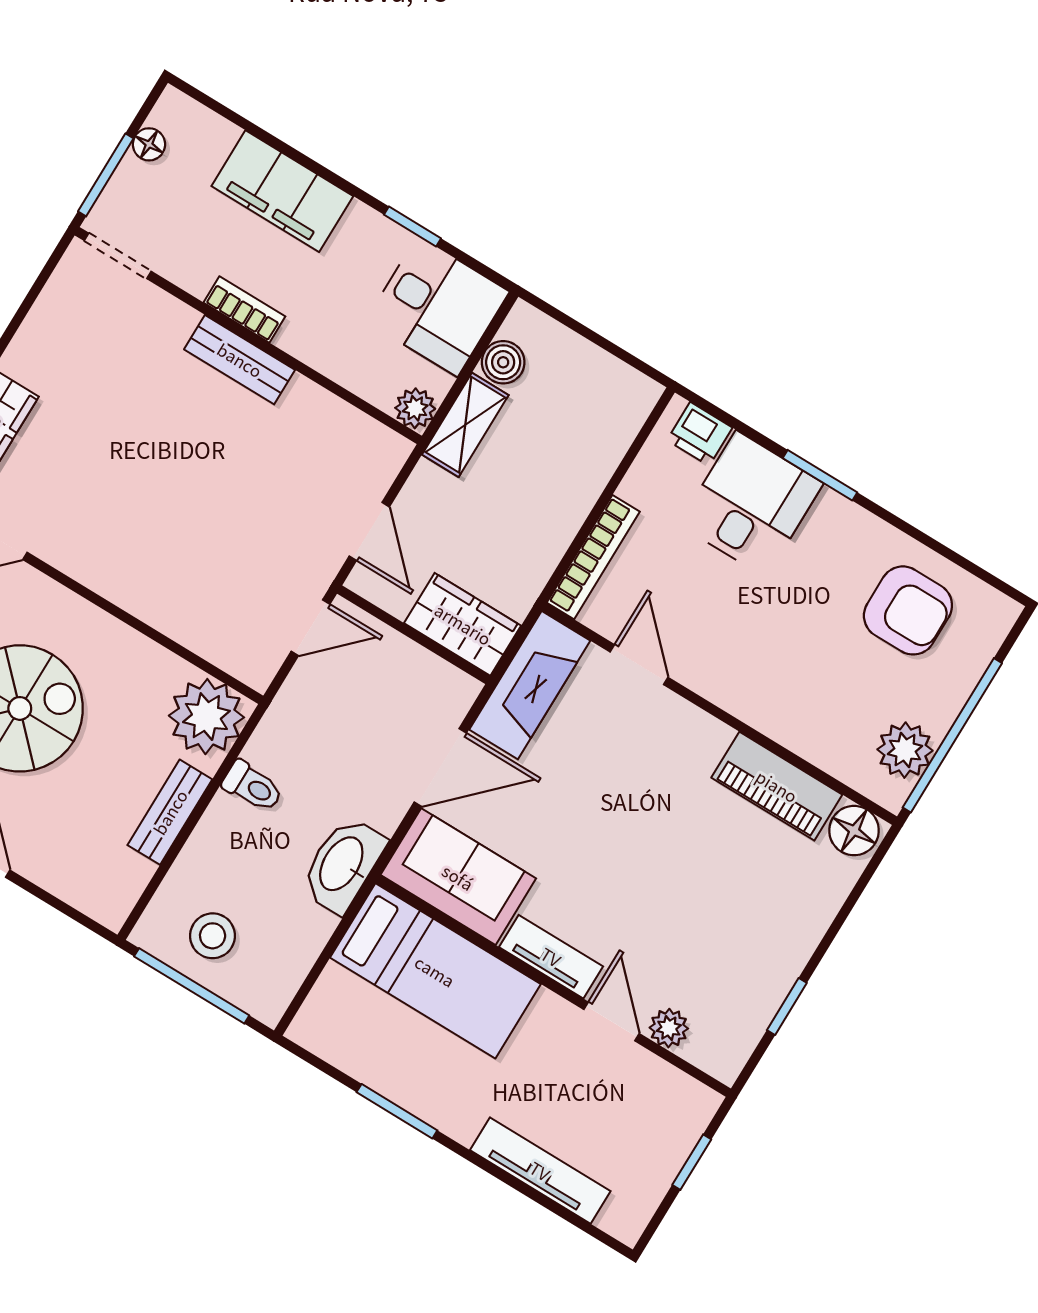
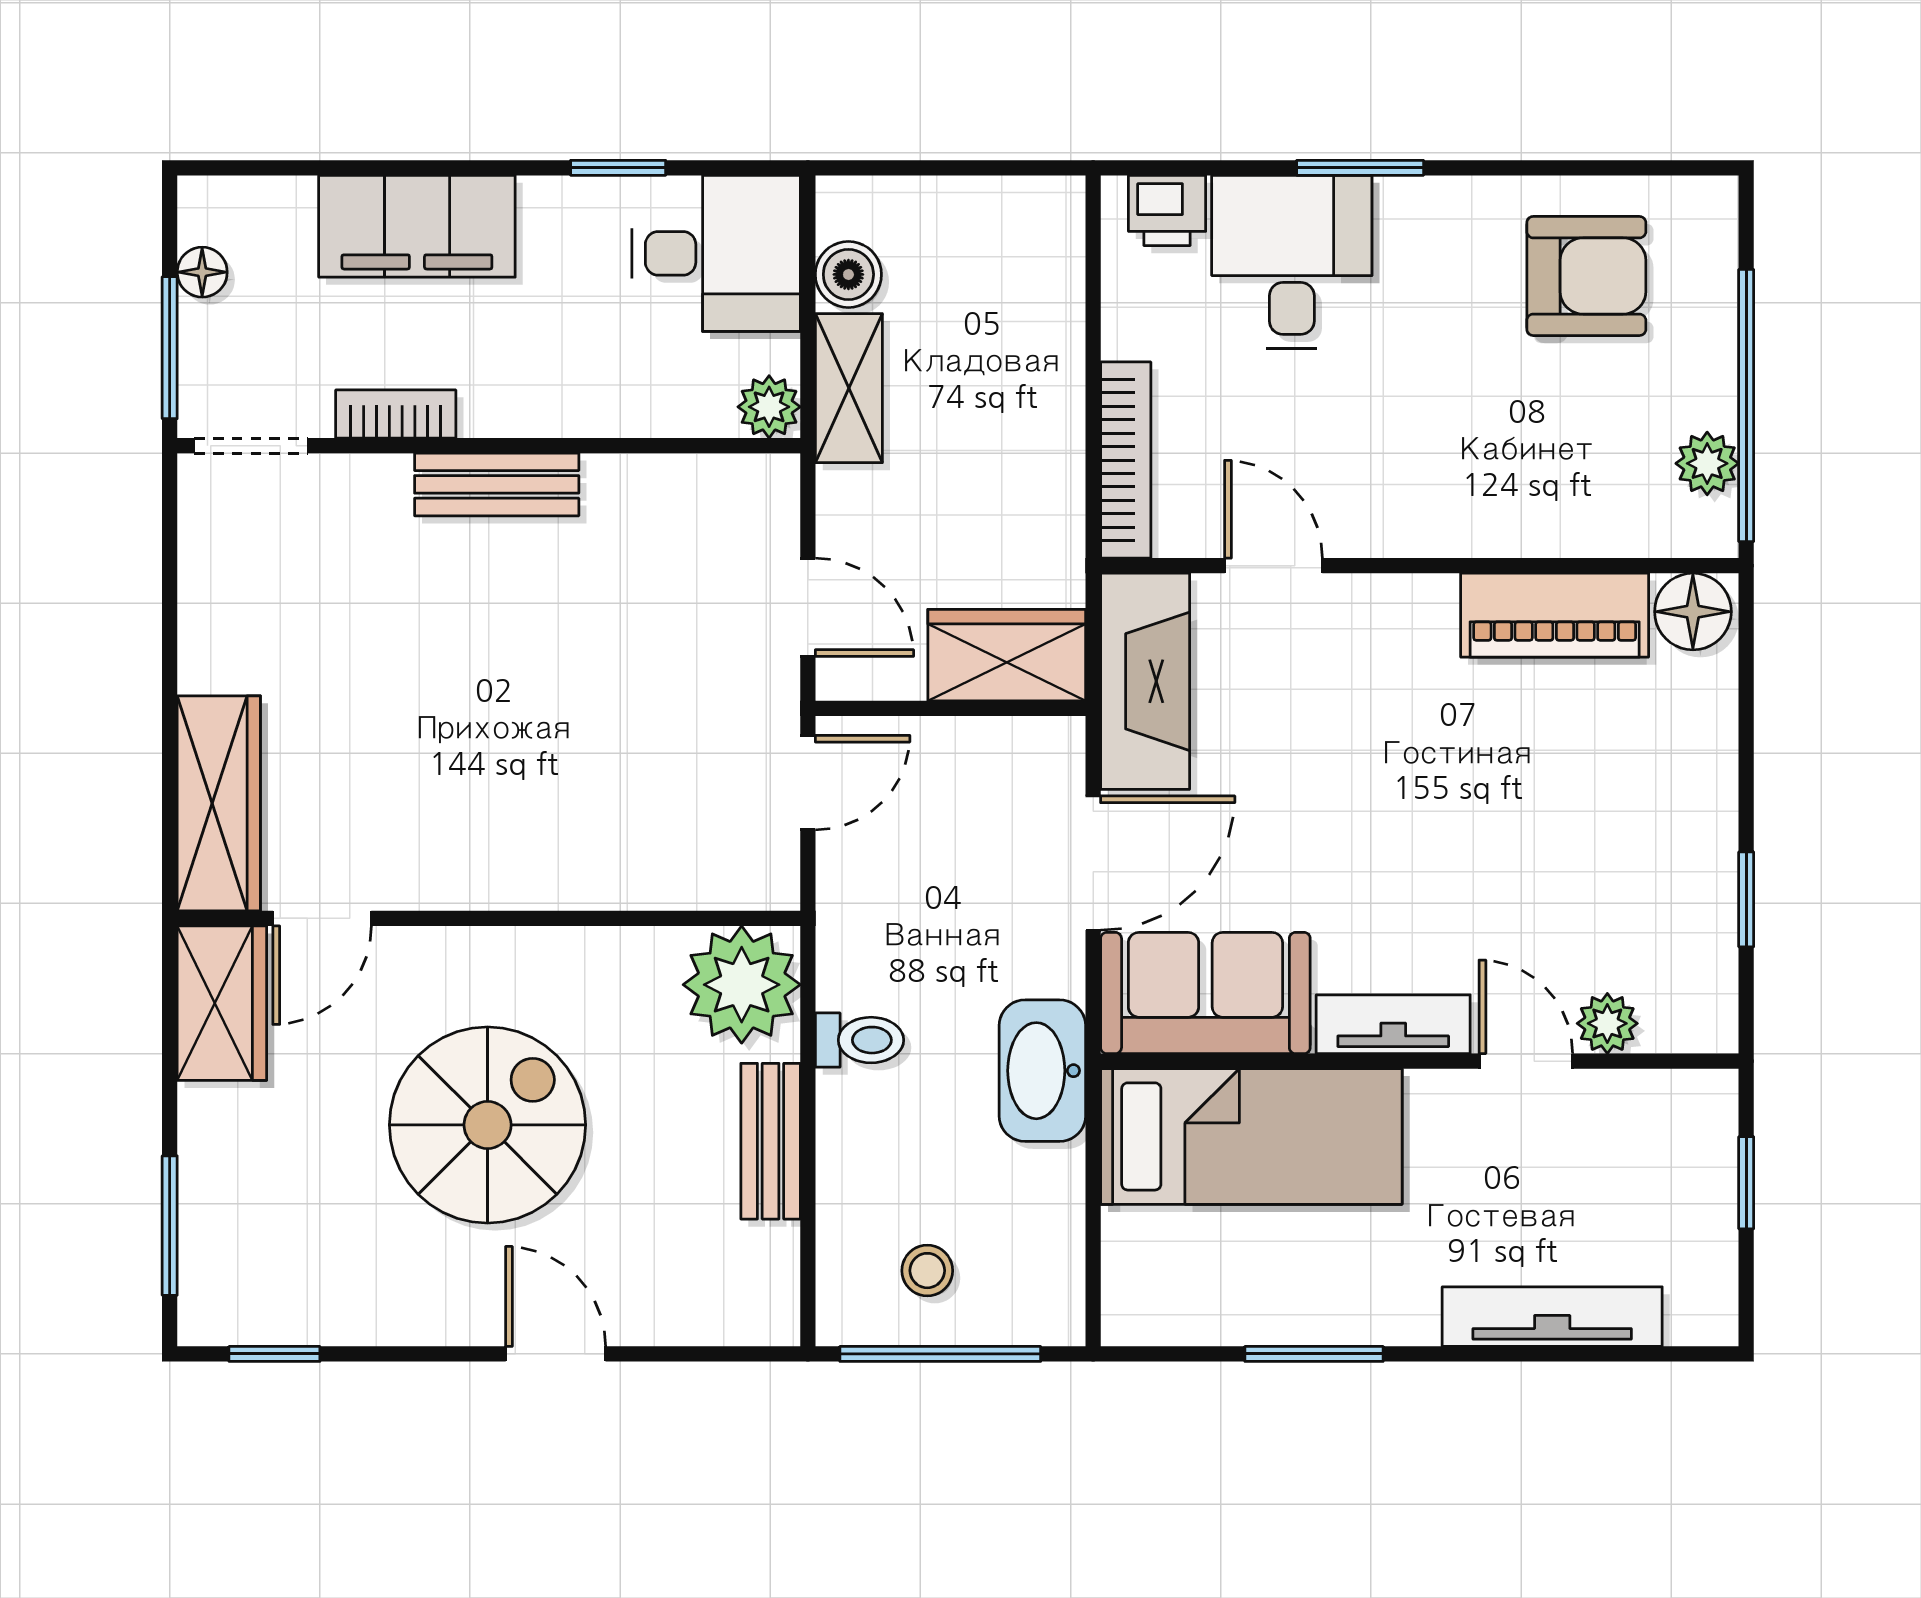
bookcase: (244, 310) -> (396, 414), moved
plant: (905, 750) -> (1707, 463), width x0.73, depth x0.73
stool: (213, 936) -> (927, 1271), width x0.73, depth x0.73

